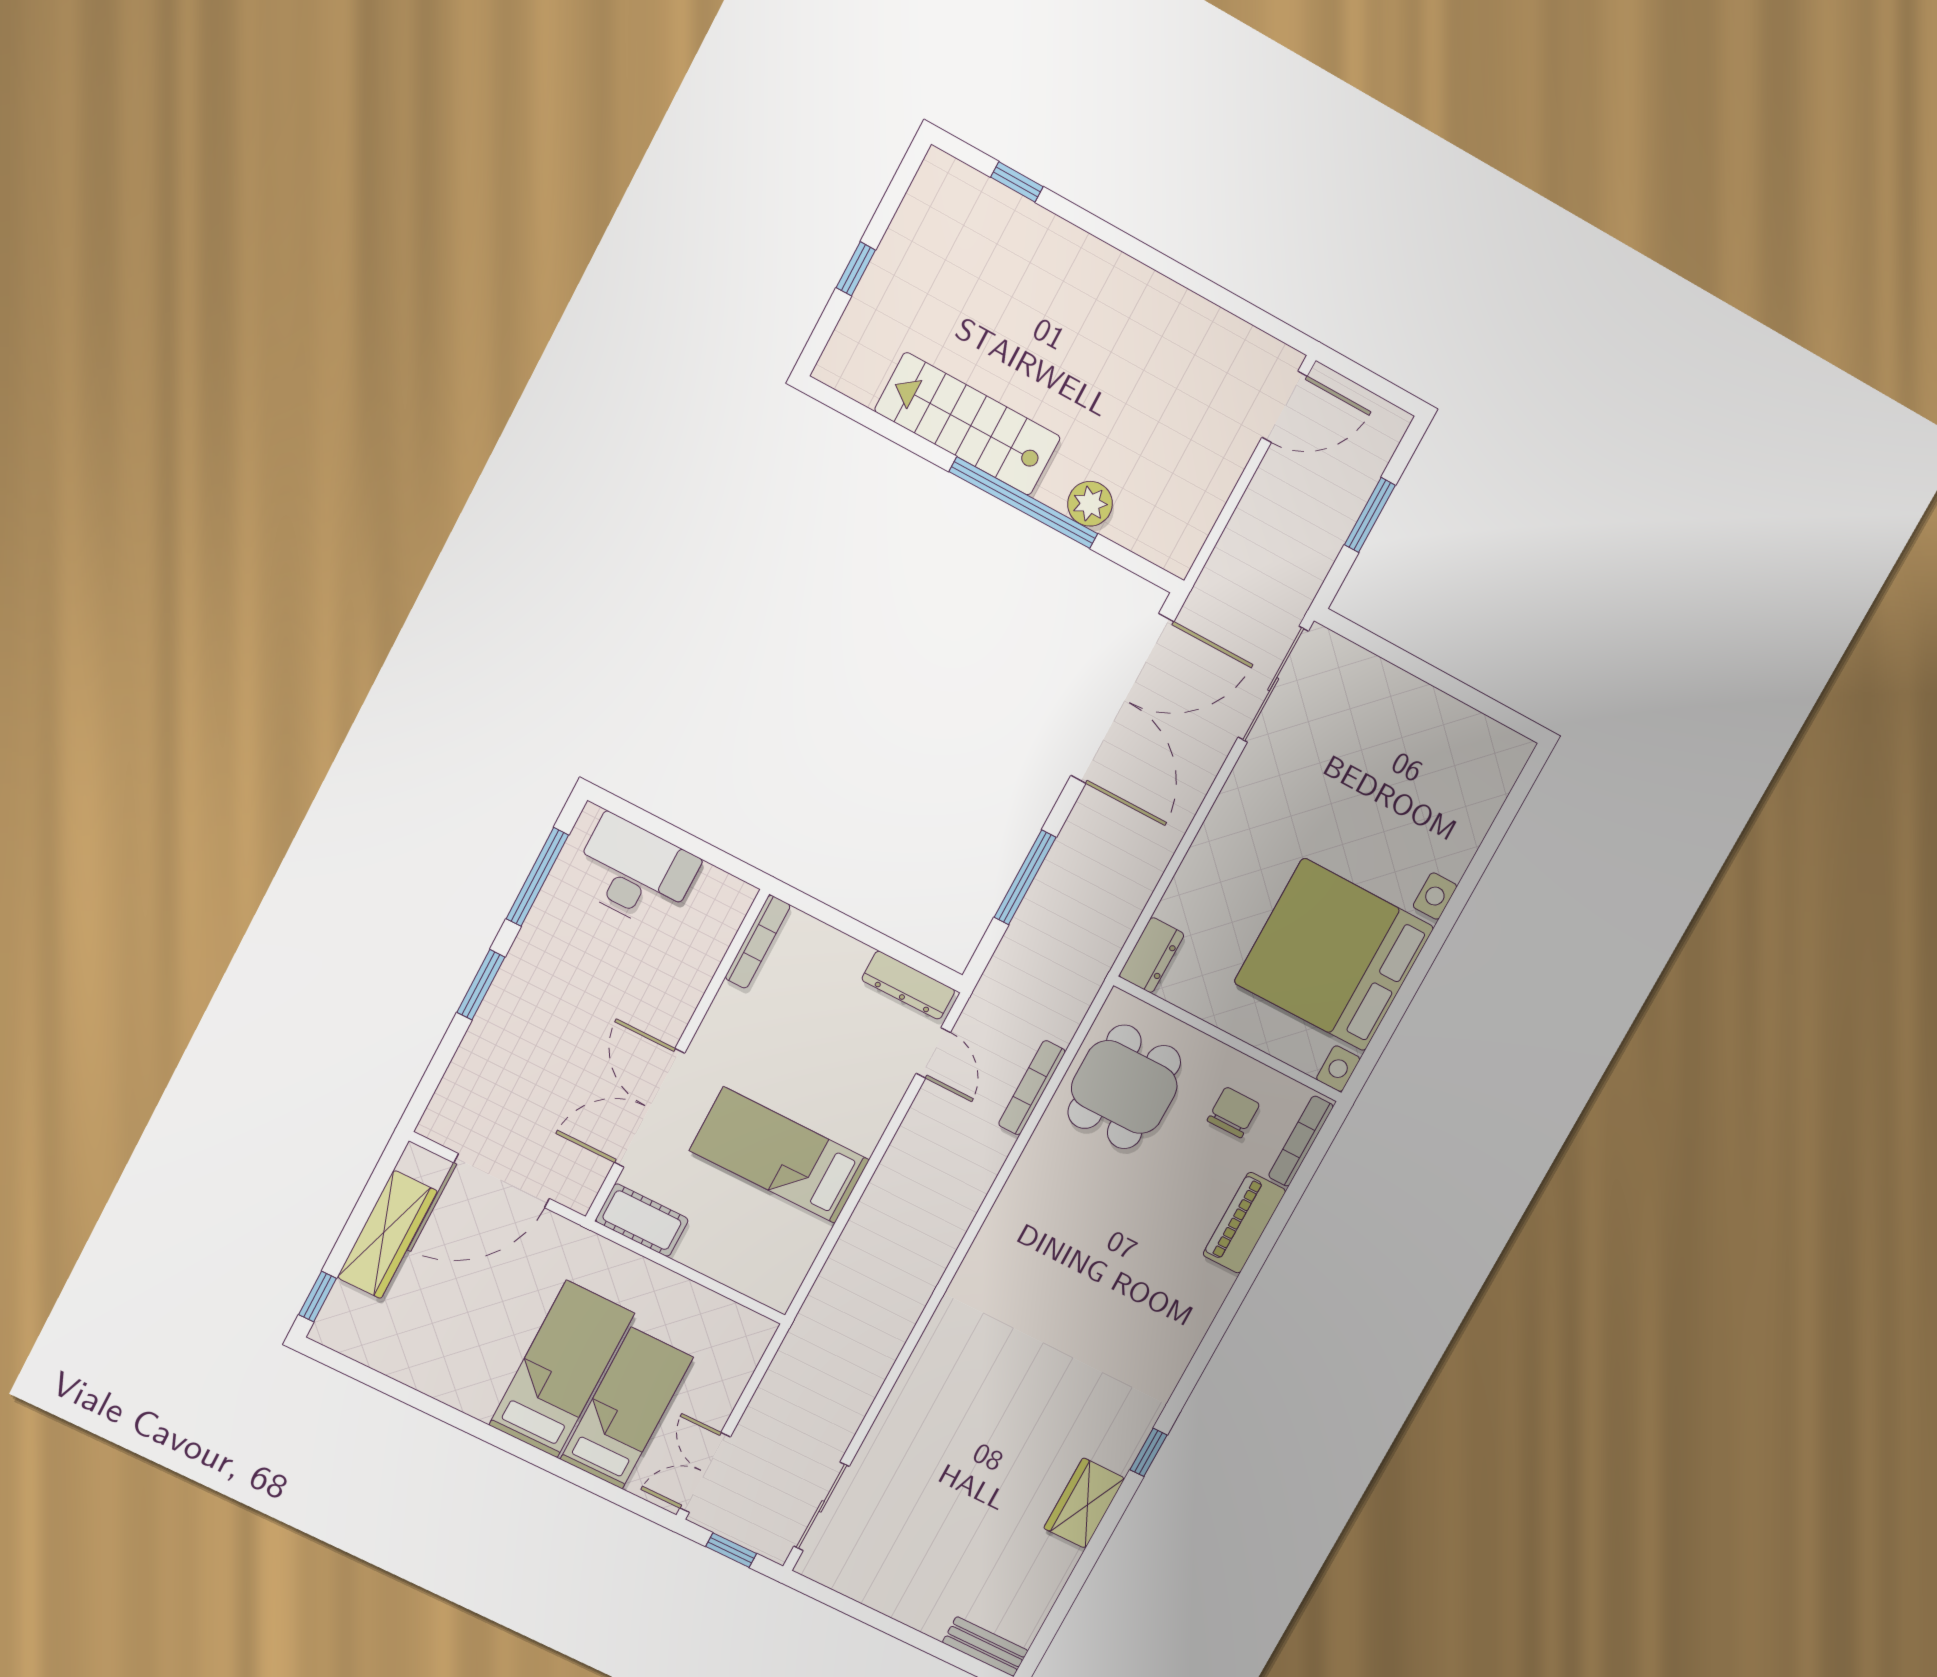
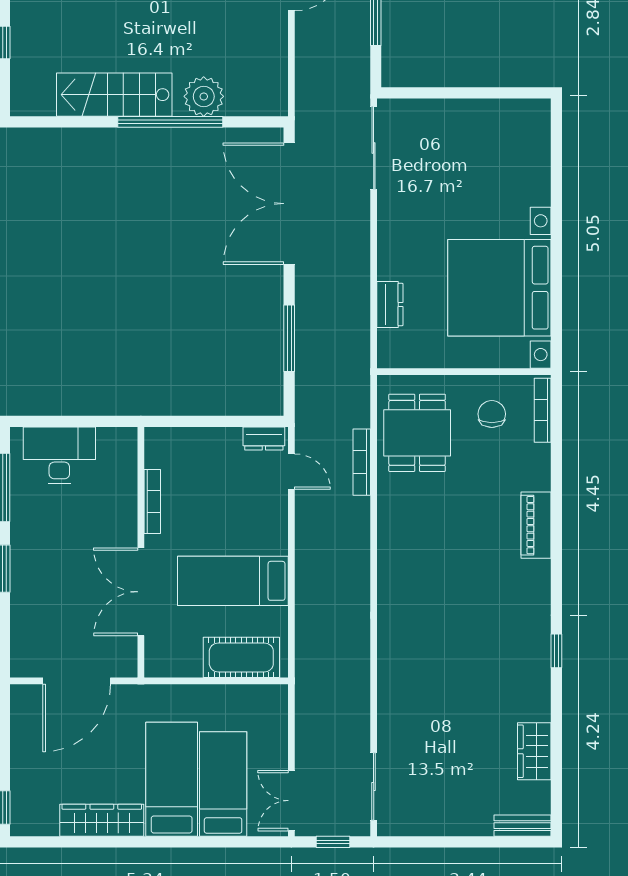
plant: (1090, 504) -> (204, 96), width x1.36, depth x1.36
double door: (1122, 699) -> (289, 204), swing flipped
bookcase: (758, 942) -> (152, 502), moved
dresser: (1152, 955) -> (390, 305), moved
dresser: (908, 985) -> (264, 439), width x0.70
cot: (642, 1220) -> (241, 657), moved, width x1.37, depth x1.34
piano: (1244, 1223) -> (536, 525), moved
wardrobe: (387, 1234) -> (102, 820), moved, turned -90
wardrobe: (1084, 1503) -> (534, 751), moved

